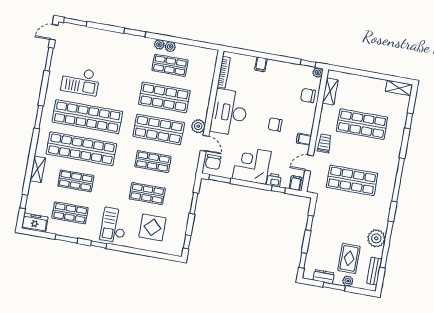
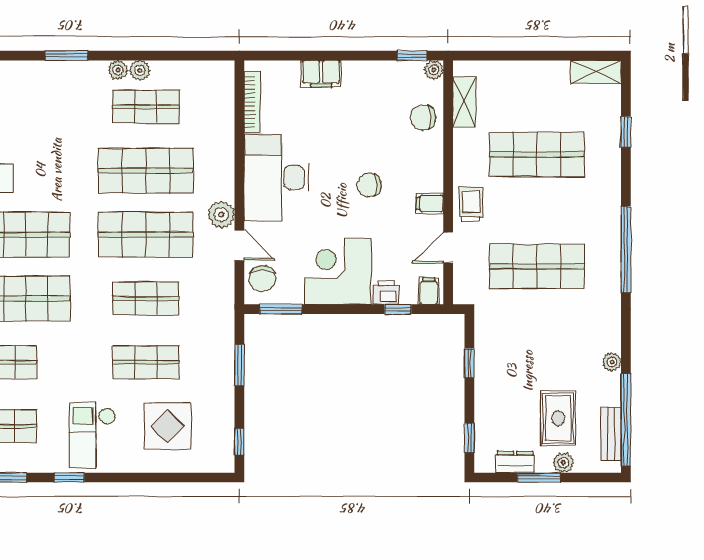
filing cabinet: (261, 64) -> (321, 74), width x2.00
plant: (376, 238) -> (612, 362), width x0.53, depth x0.53
window: (387, 244) -> (626, 420), moved

